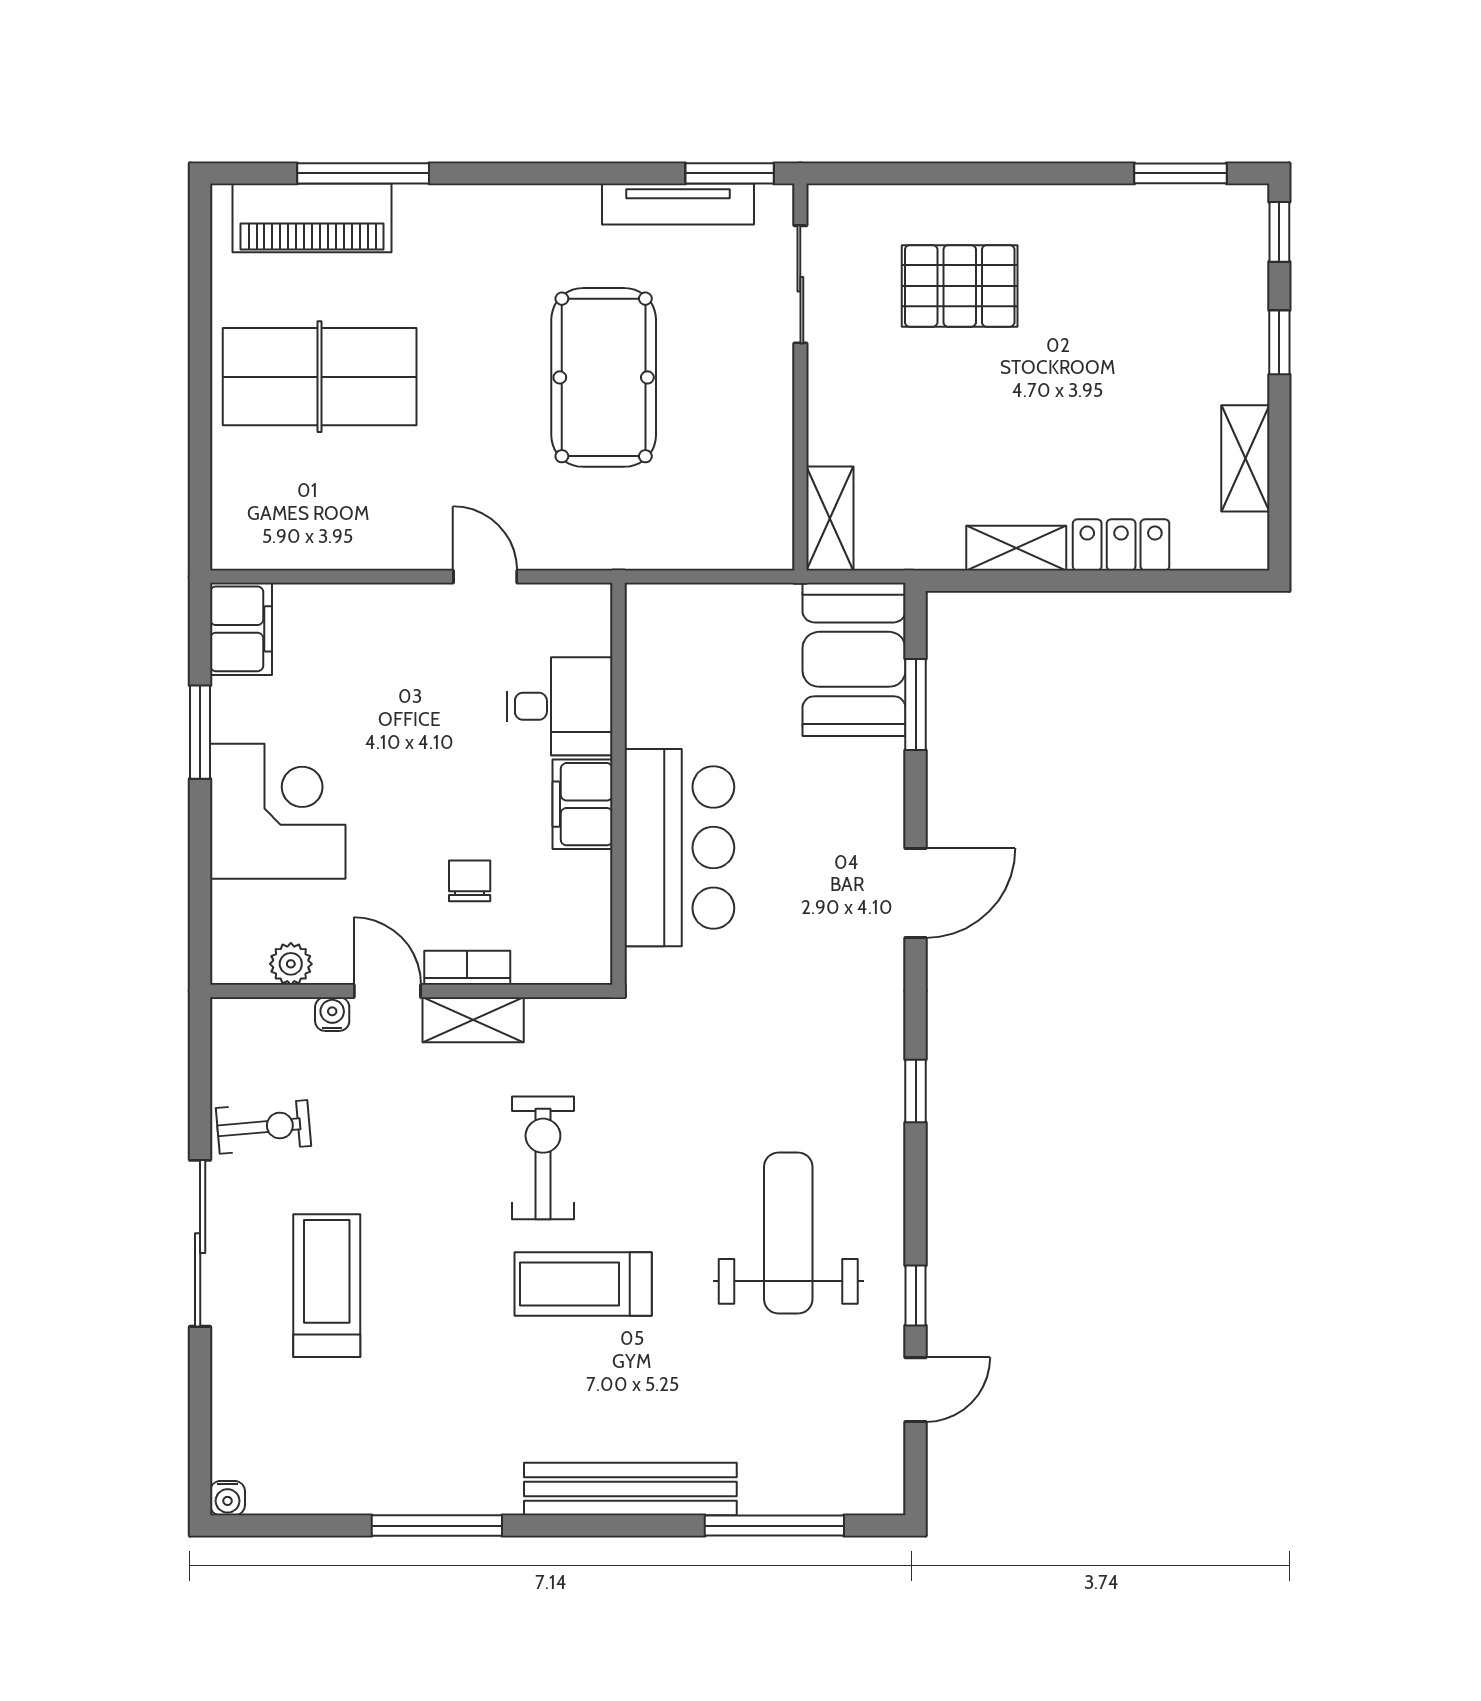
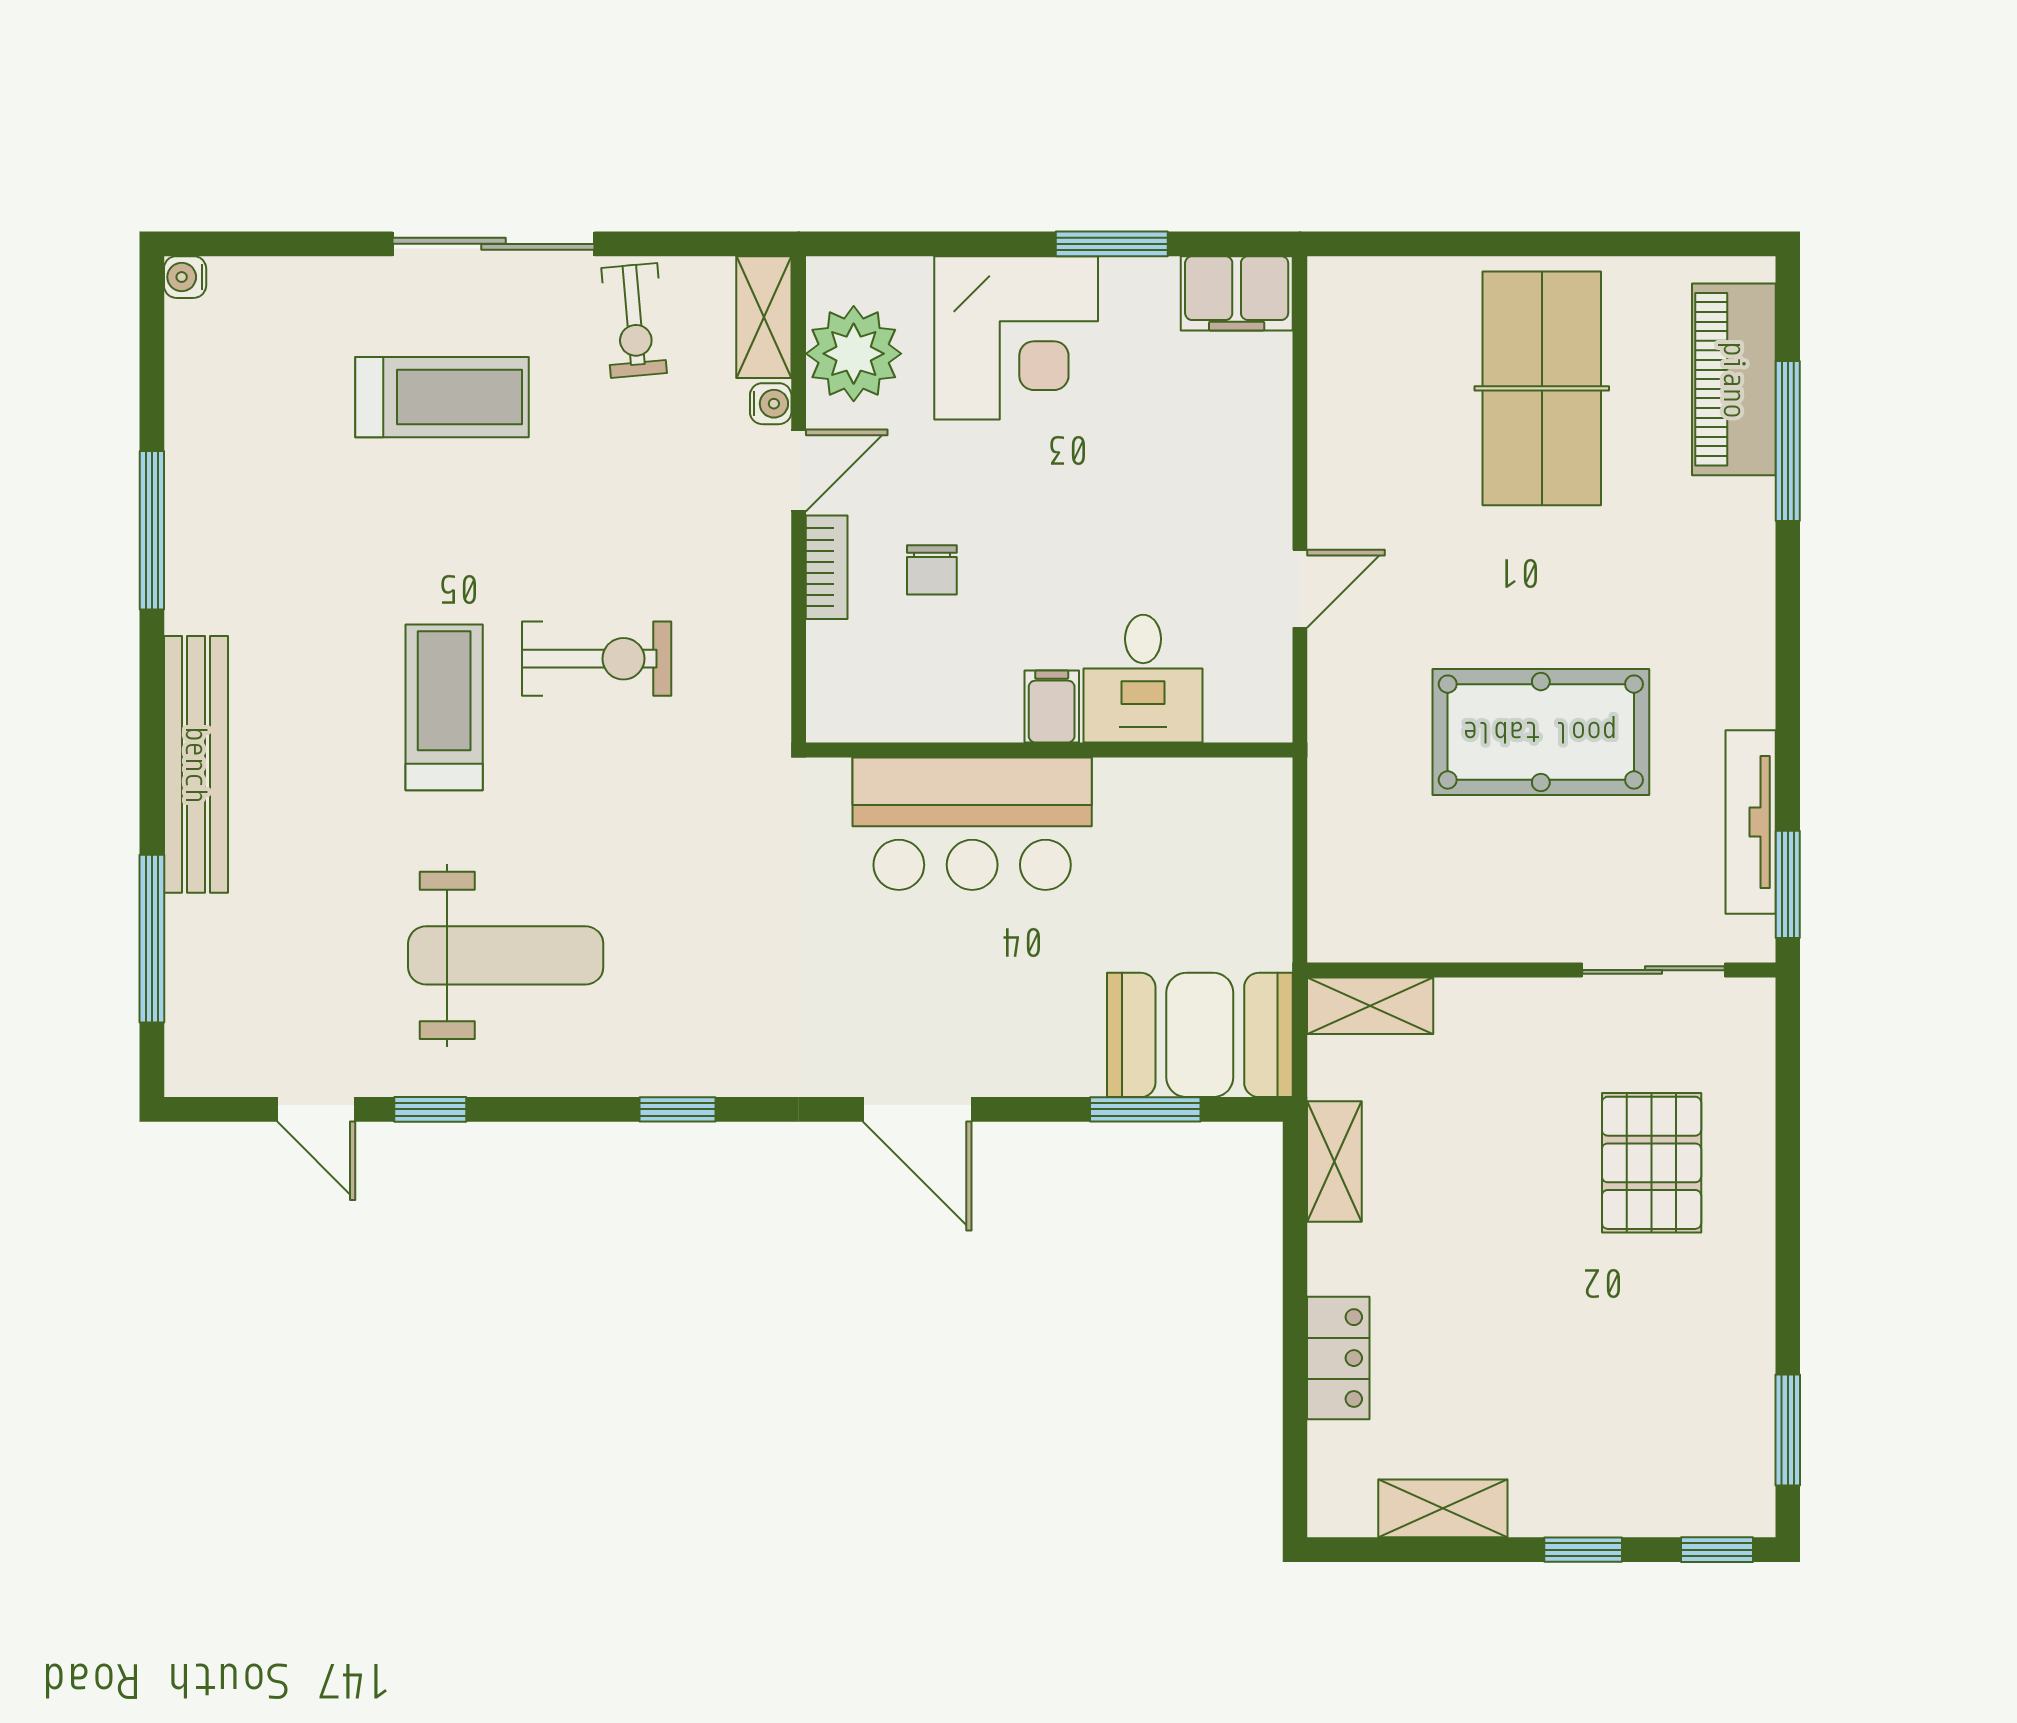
shelving: (1016, 548) -> (1334, 1162), moved
filing cabinet: (582, 804) -> (1052, 706), width x0.50
chair: (470, 881) -> (932, 570), turned 90
plant: (291, 964) -> (854, 354), width x1.88, depth x1.88
shelving: (473, 1020) -> (764, 317), moved

